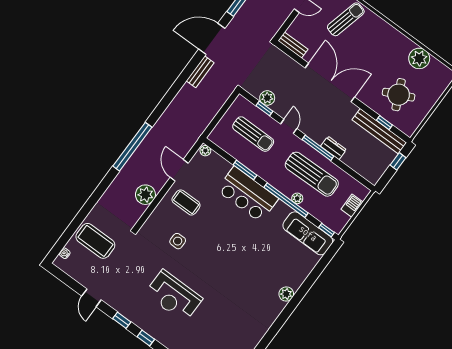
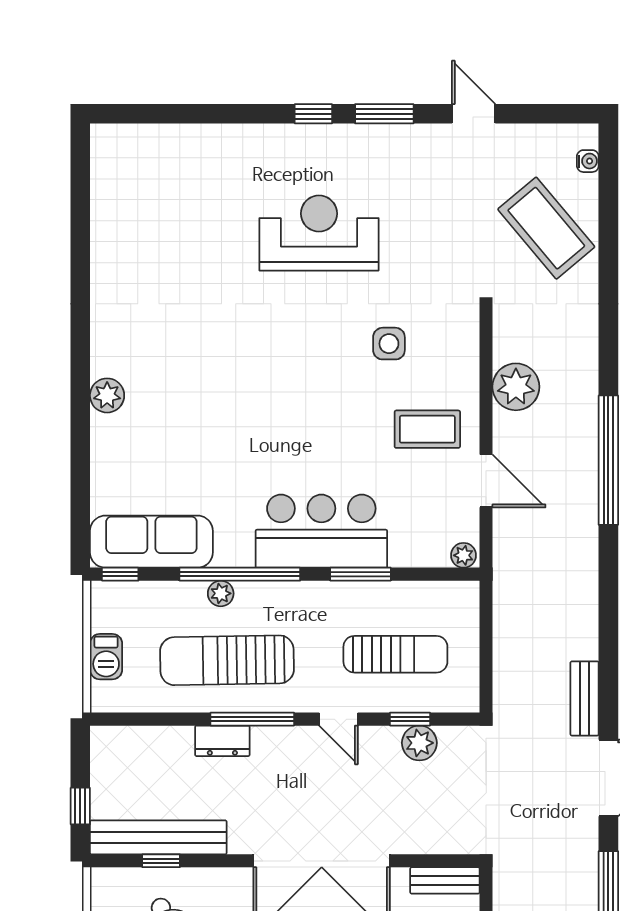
sun lounger: (253, 134) -> (395, 654), turned 180
coffee table: (95, 241) -> (546, 228), turned 50
window: (122, 320) -> (384, 114), width x1.50

